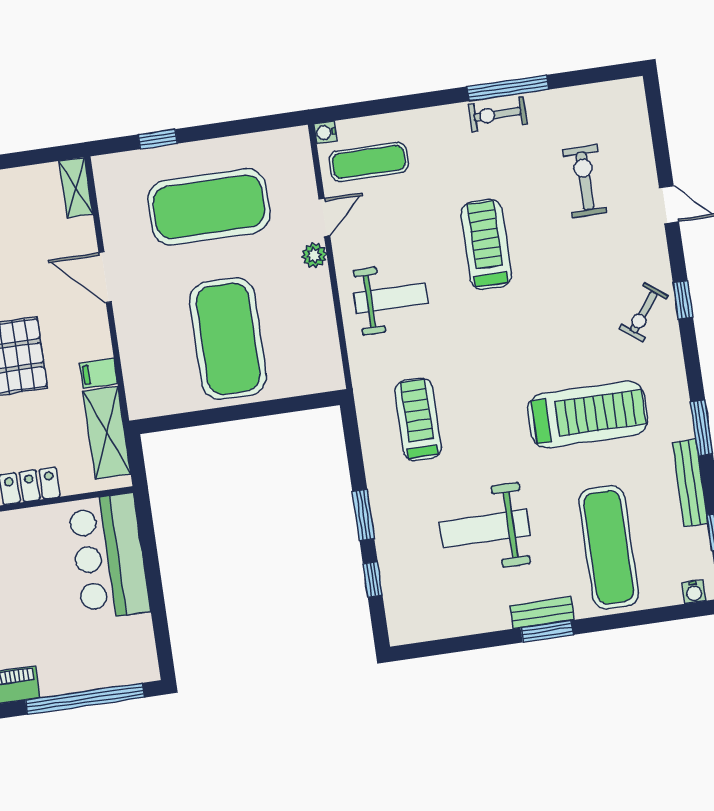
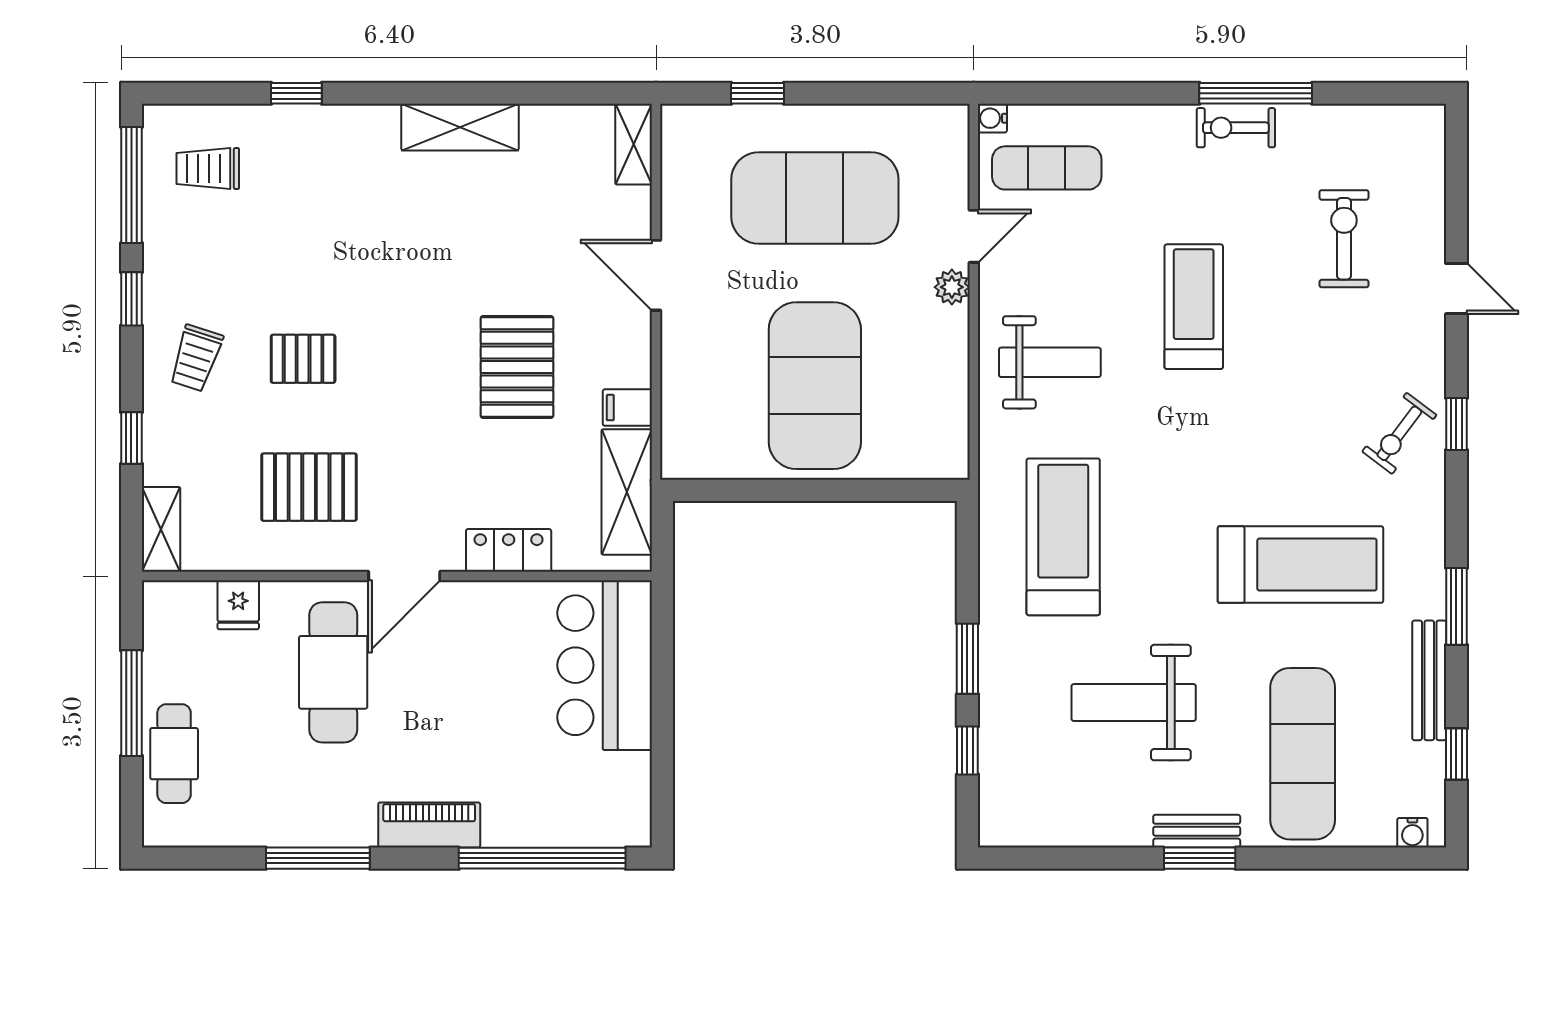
treadmill: (418, 419) -> (1063, 537), width x1.37, depth x1.38

